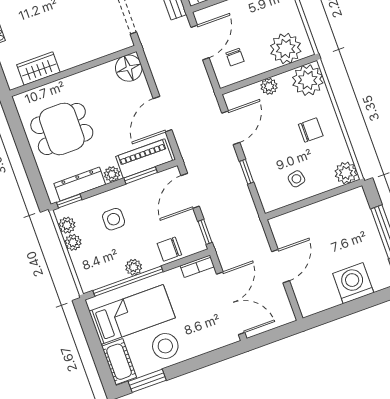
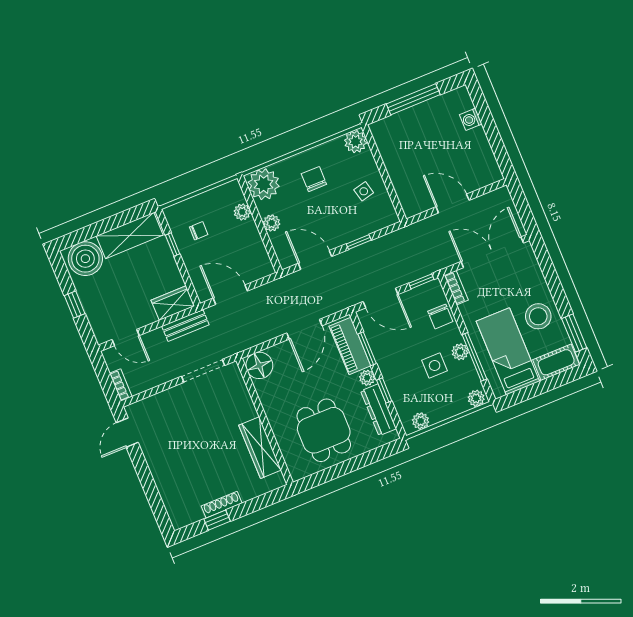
plant: (286, 48) -> (242, 212), width x0.53, depth x0.53
chair: (235, 57) -> (199, 231), moved
wardrobe: (38, 68) -> (260, 448), width x1.50
door: (163, 114) -> (304, 329), hinge flipped
window: (69, 201) -> (384, 391), moved
side table: (114, 219) -> (435, 366), moved
plant: (73, 242) -> (476, 398), moved
window: (128, 281) -> (474, 357), width x0.68
washing machine: (353, 283) -> (471, 119), width x0.53, depth x0.53

